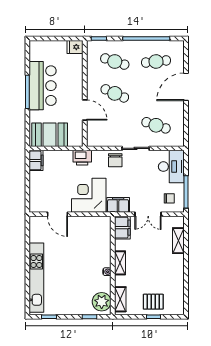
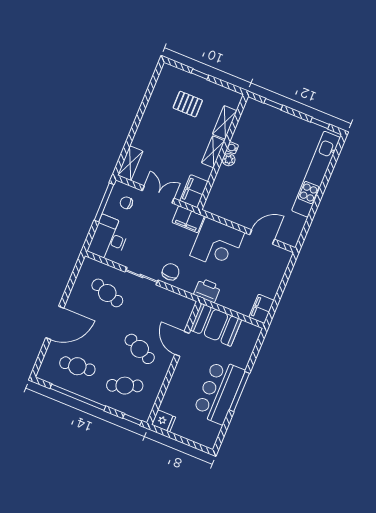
cafe table: (115, 61) -> (125, 386), turned -39
booth: (50, 135) -> (216, 325), moved
door: (57, 214) -> (262, 237), hinge flipped
shelving: (178, 241) -> (130, 163), moved
shelving: (120, 299) -> (225, 122), moved
plant: (102, 302) -> (229, 160), moved, width x0.53, depth x0.53
pallet: (153, 302) -> (188, 104), moved

